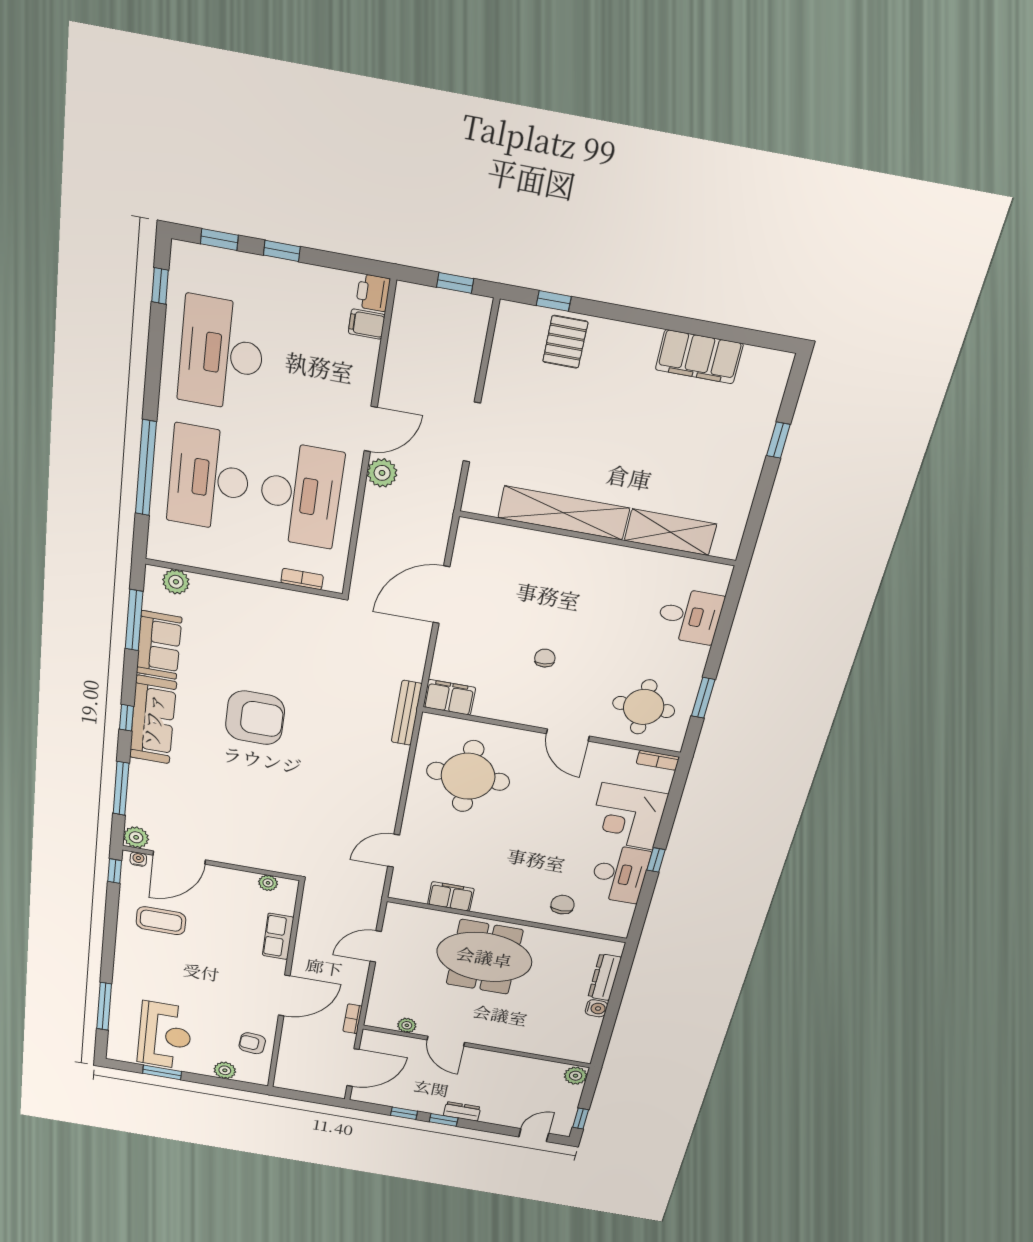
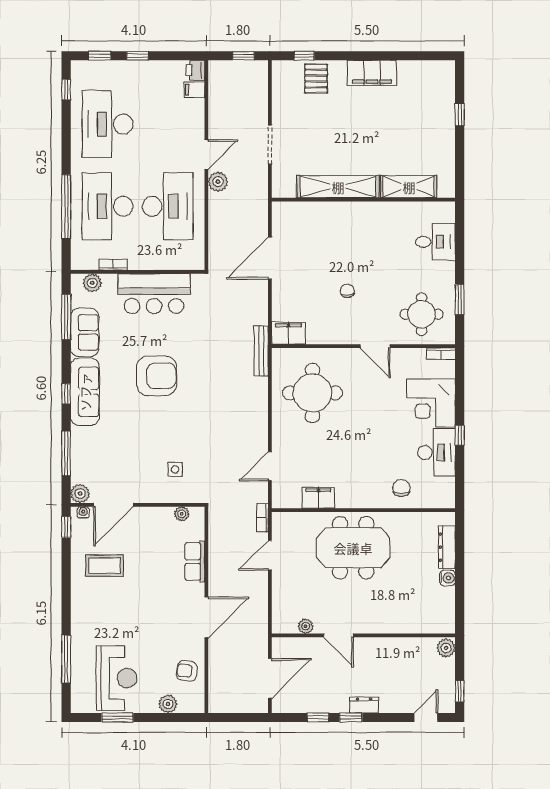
filing cabinet: (699, 357) -> (372, 73), moved
bookcase: (302, 579) -> (113, 265), moved
bar counter: (265, 612) -> (154, 294), added
side table: (266, 832) -> (175, 469), added
bookcase: (353, 1019) -> (262, 518), moved

